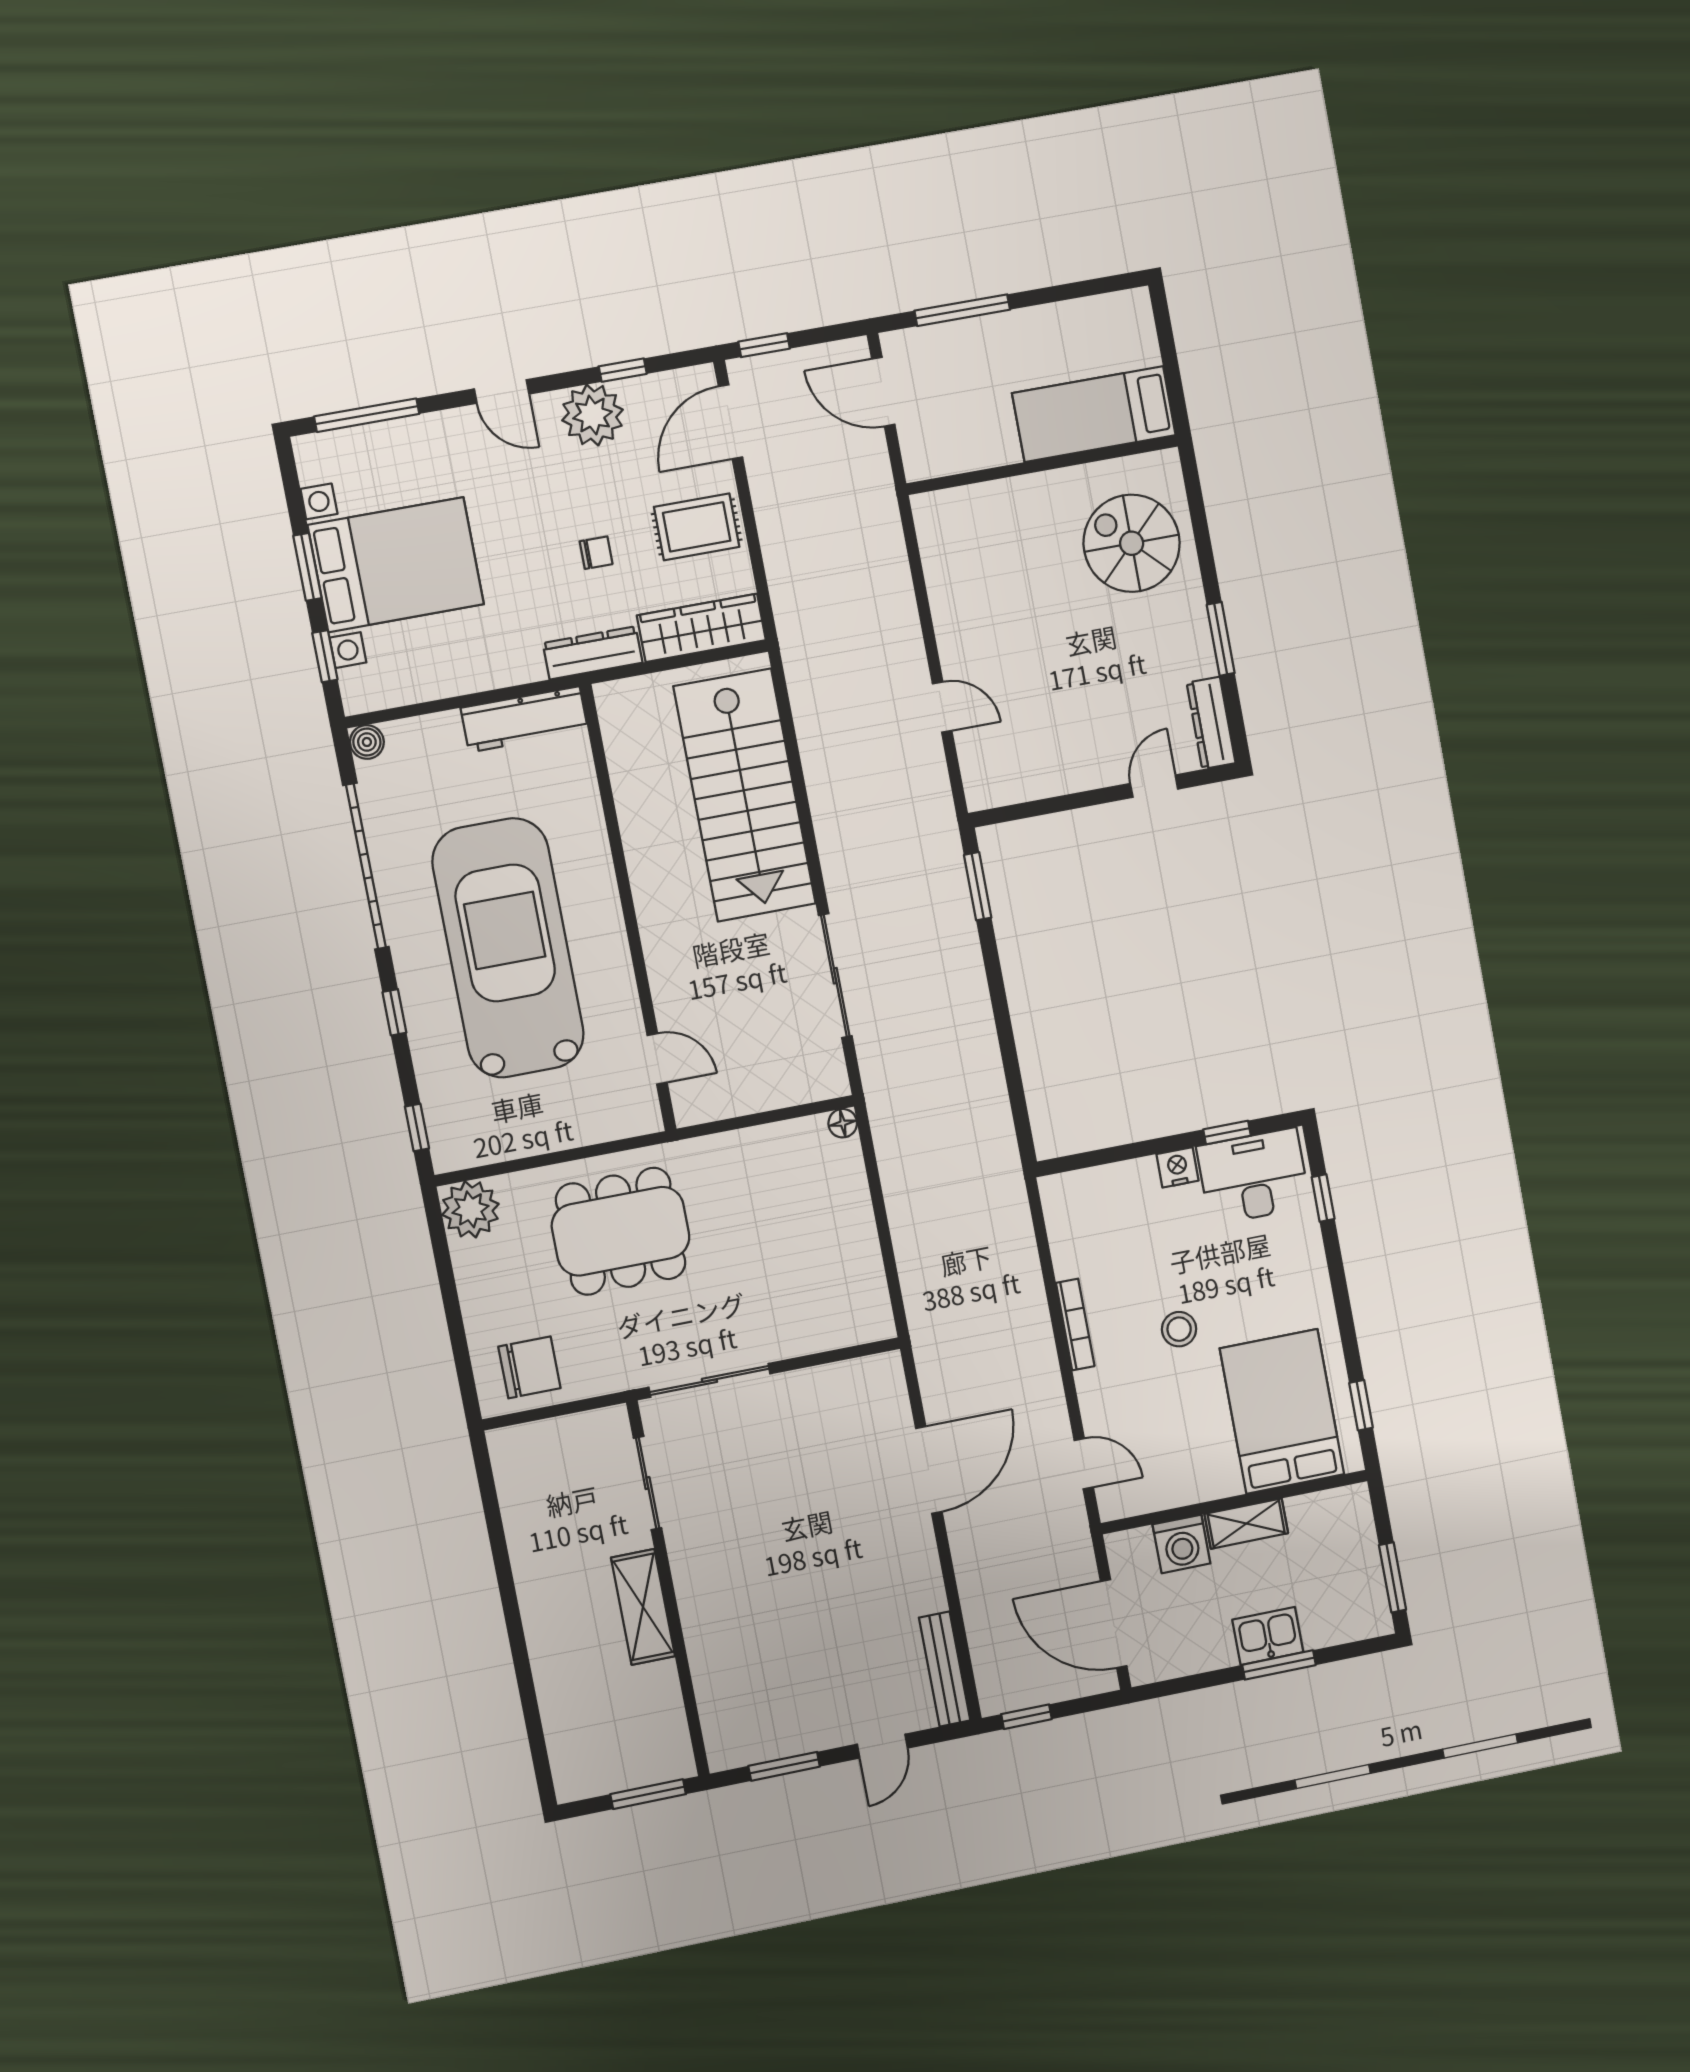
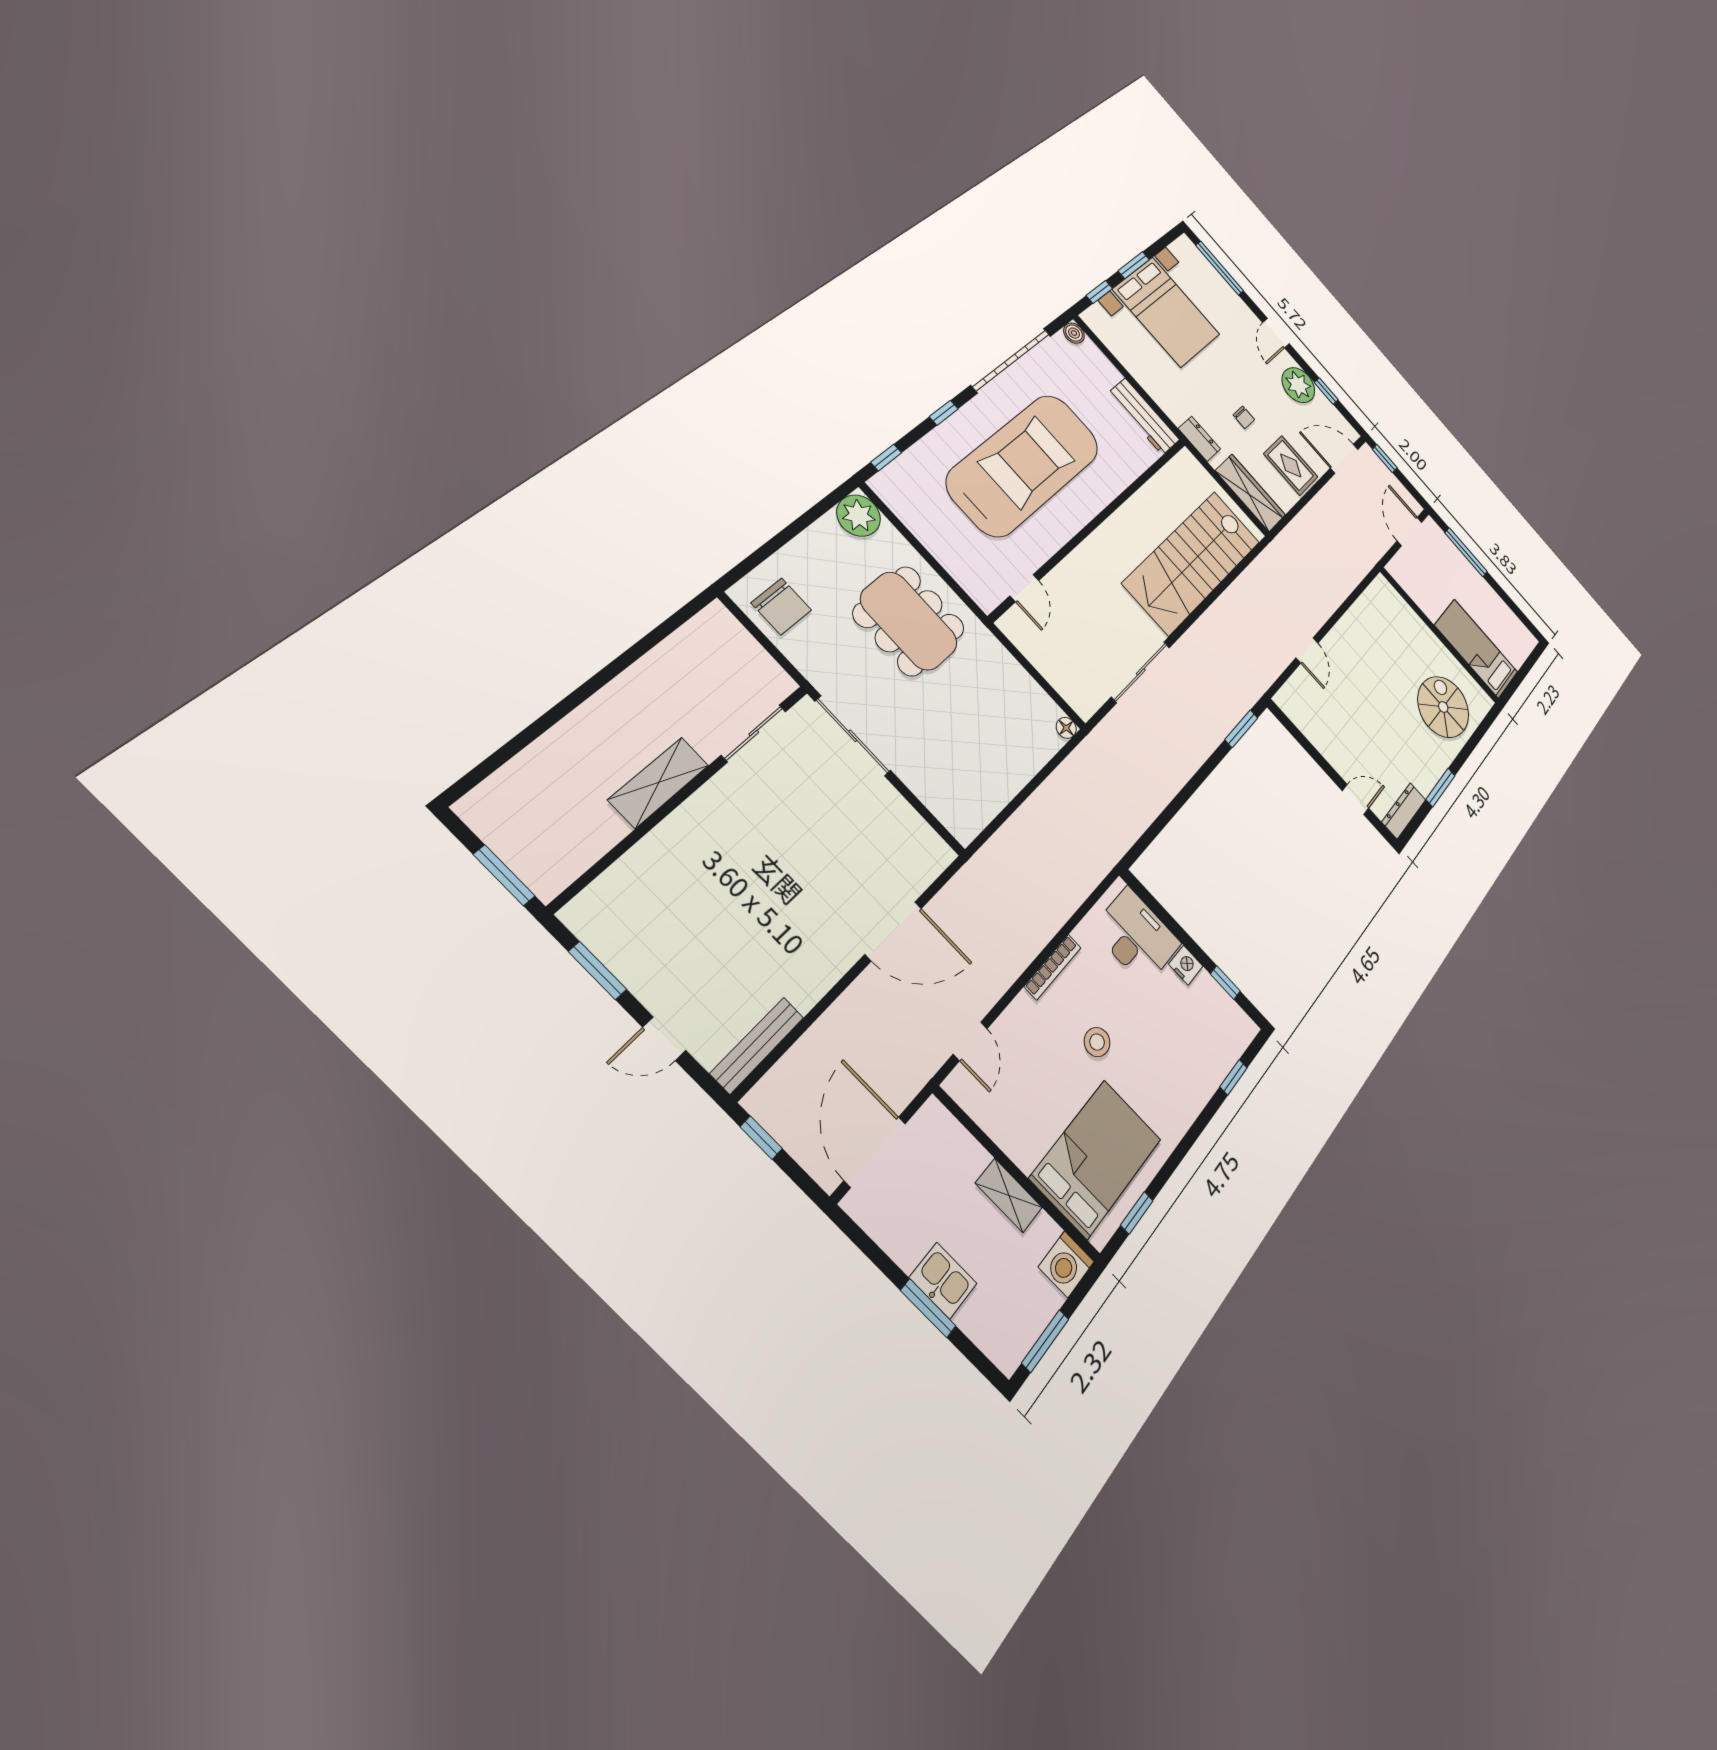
dresser: (593, 653) -> (1199, 439), width x0.70
desk: (1253, 1177) -> (1137, 936), moved
washing machine: (1181, 1544) -> (1066, 1264), moved

